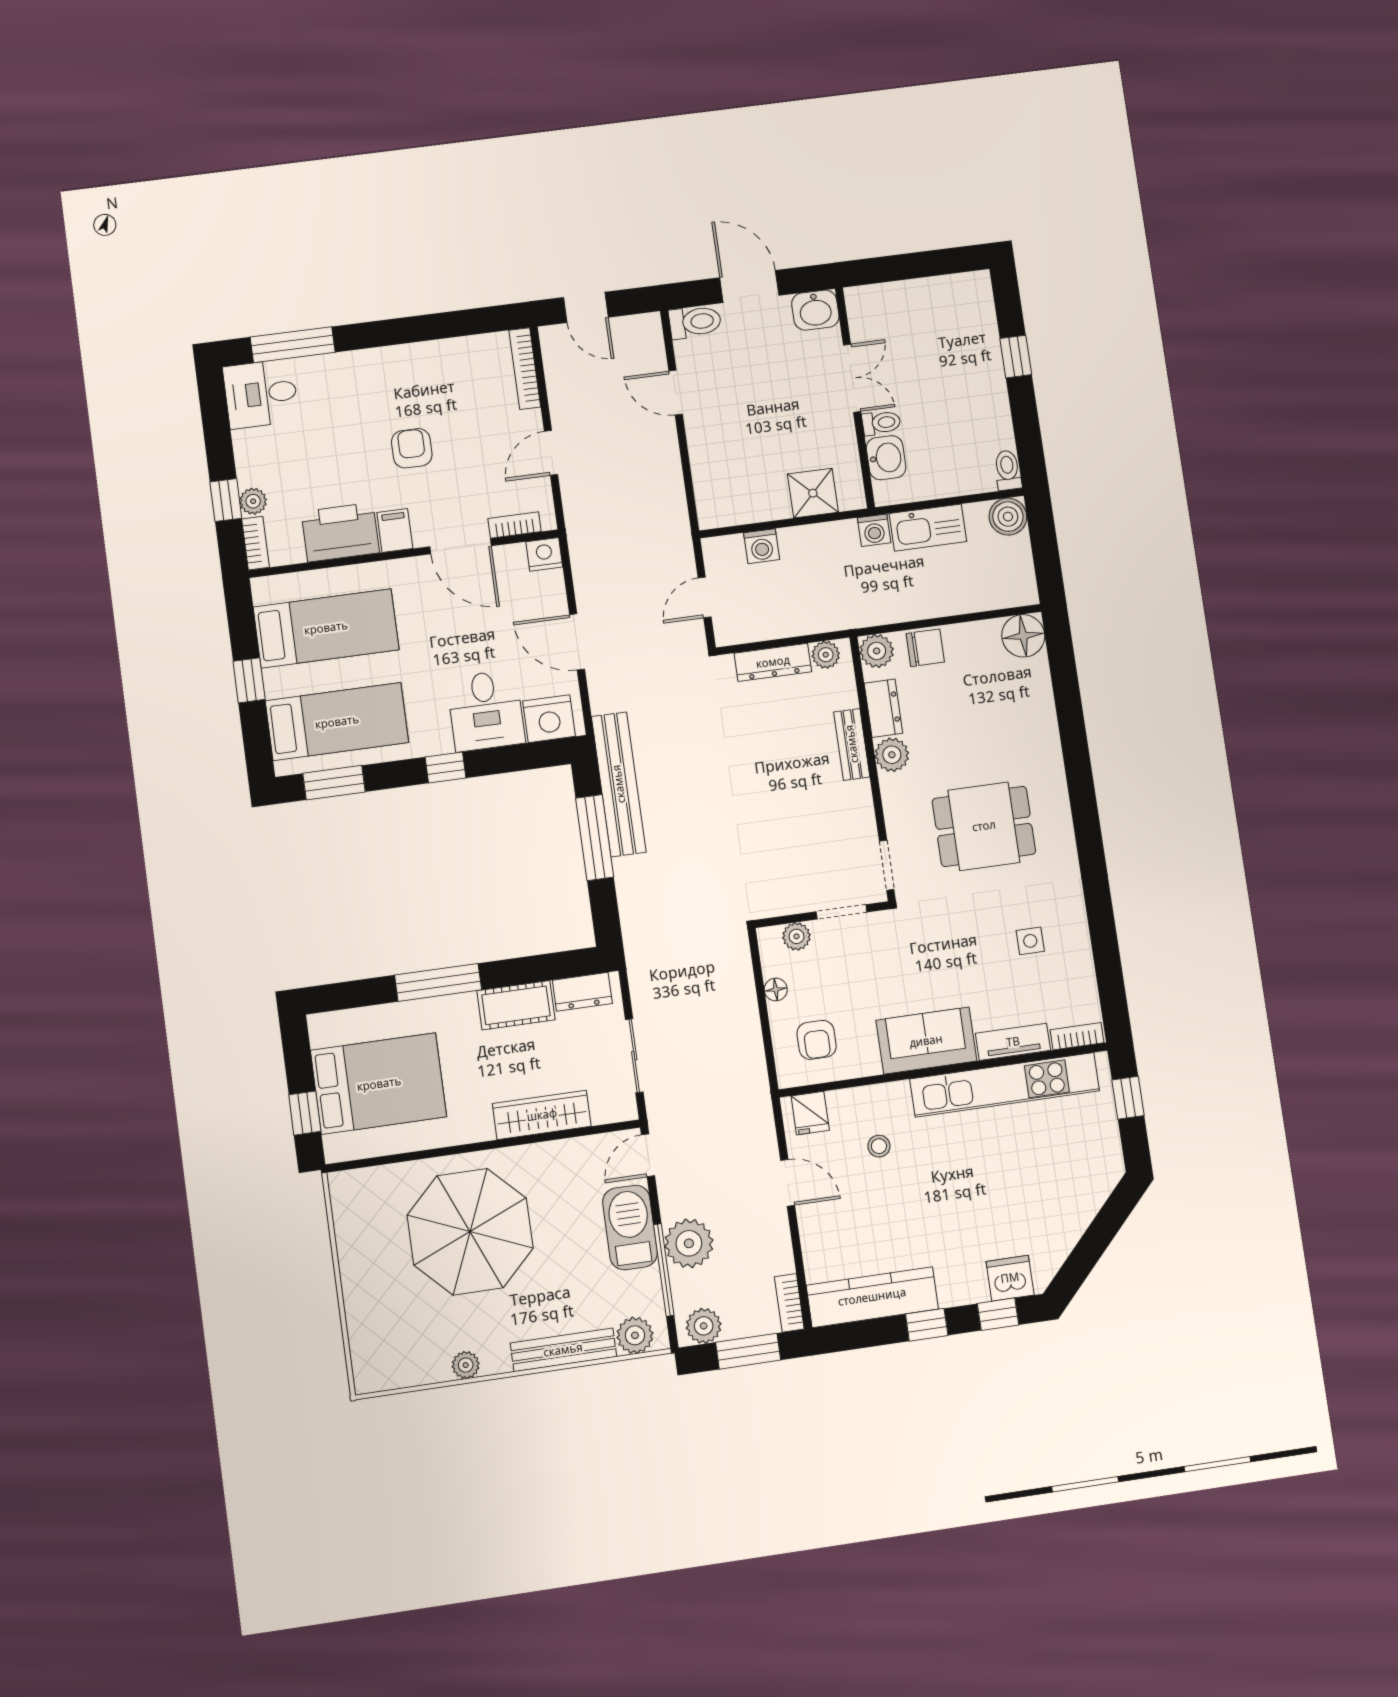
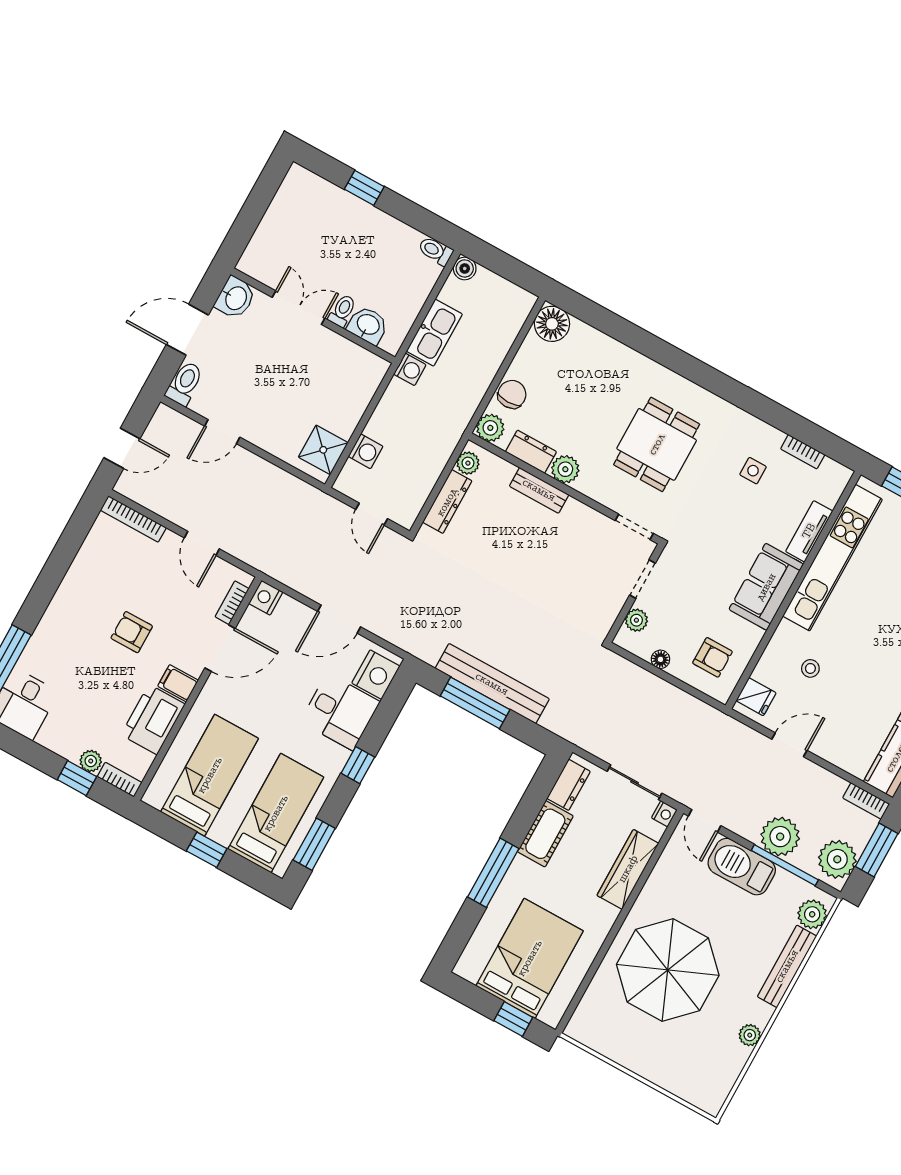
shower: (813, 493) -> (323, 450), moved
boiler: (1008, 517) -> (465, 268), width x0.73, depth x0.73
bench: (619, 784) -> (492, 684), moved
bookcase: (1077, 1036) -> (803, 452), moved, turned -90
nightstand: (625, 1110) -> (664, 814), added
plant: (704, 1326) -> (837, 859), width x1.36, depth x1.36

